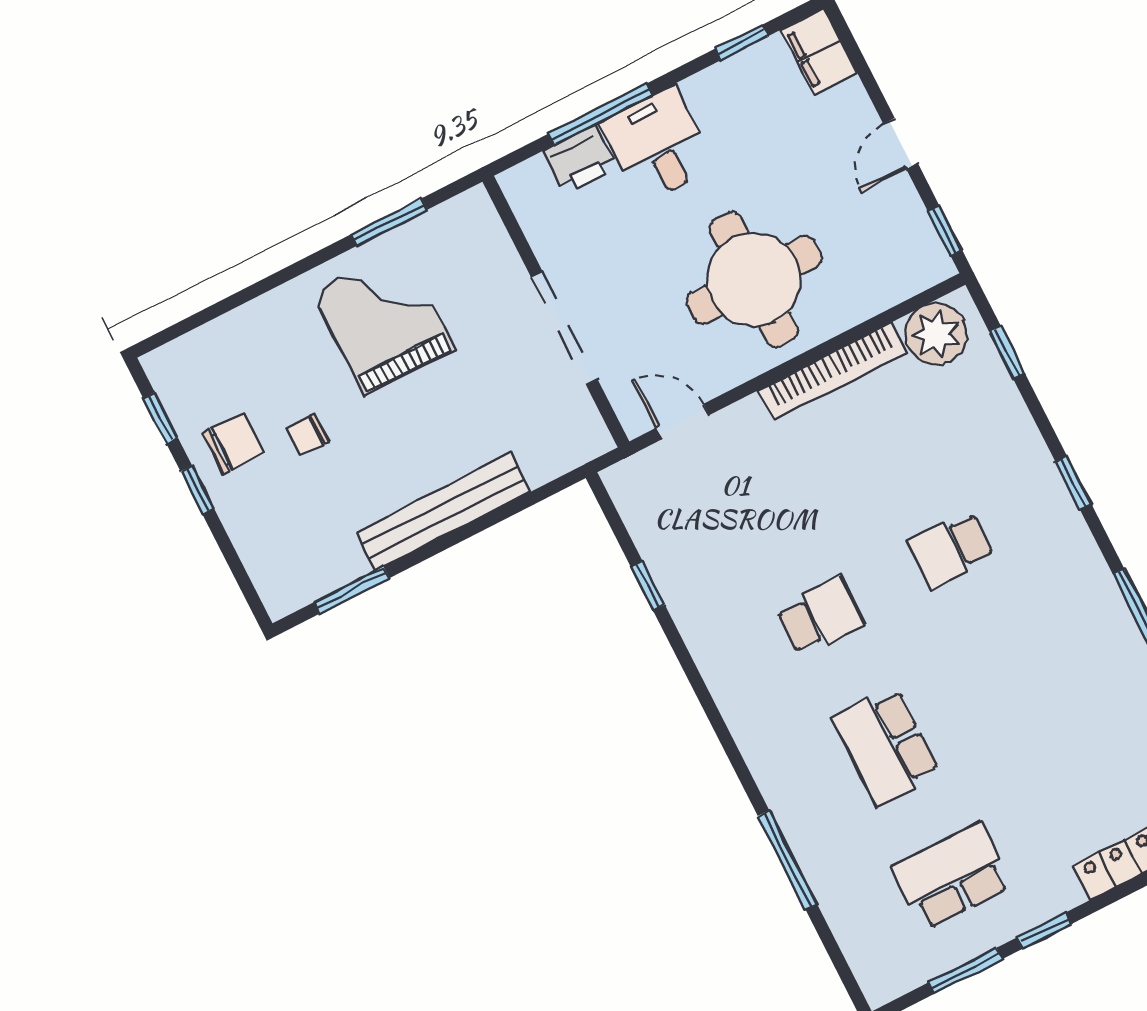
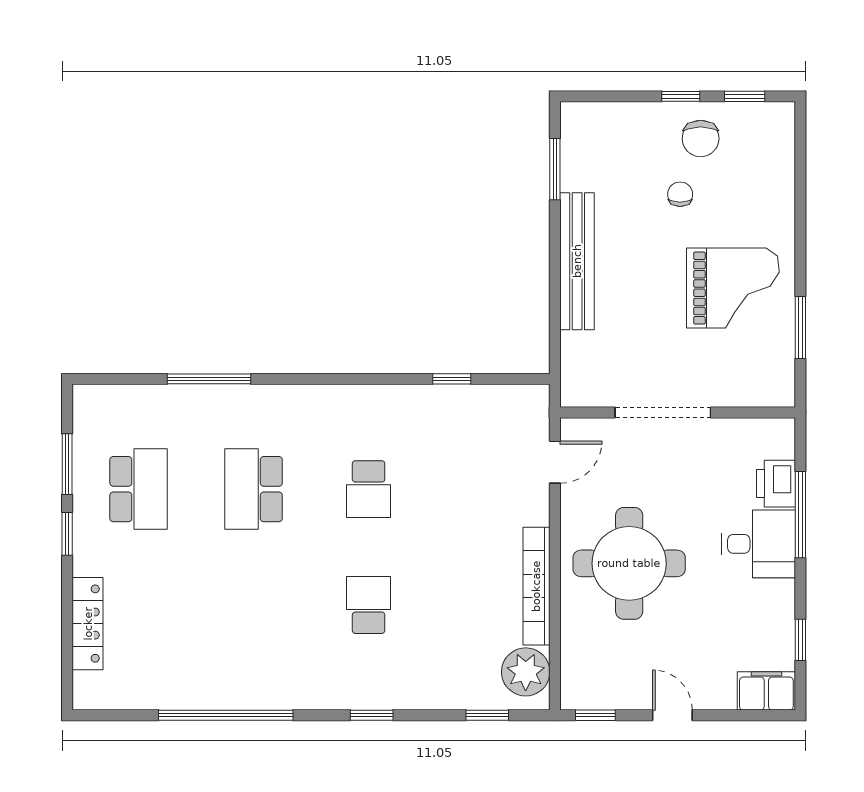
school desk: (886, 746) -> (254, 489), turned -90

